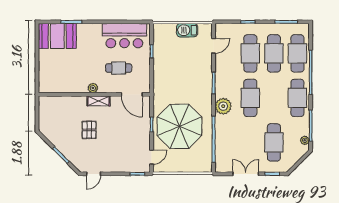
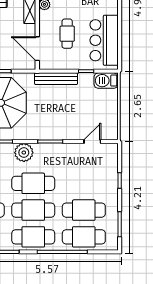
barbecue: (187, 30) -> (106, 81), moved, turned -90
door: (214, 46) -> (92, 142), swing flipped
cafe table: (250, 53) -> (33, 210), moved
bench: (158, 78) -> (56, 79), added
door: (132, 94) -> (37, 49), hinge flipped

